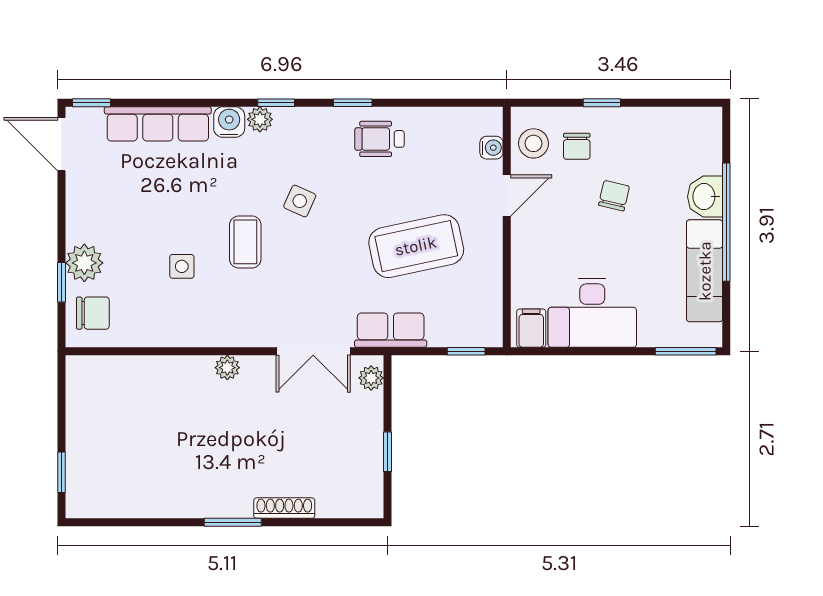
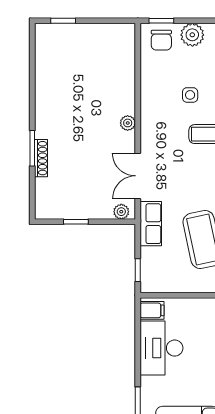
window: (61, 282) -> (161, 21), moved
window: (233, 522) -> (32, 148), moved

